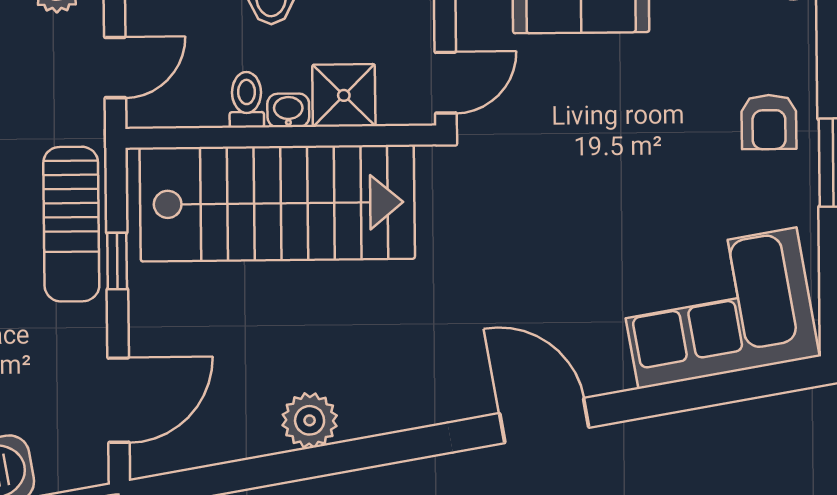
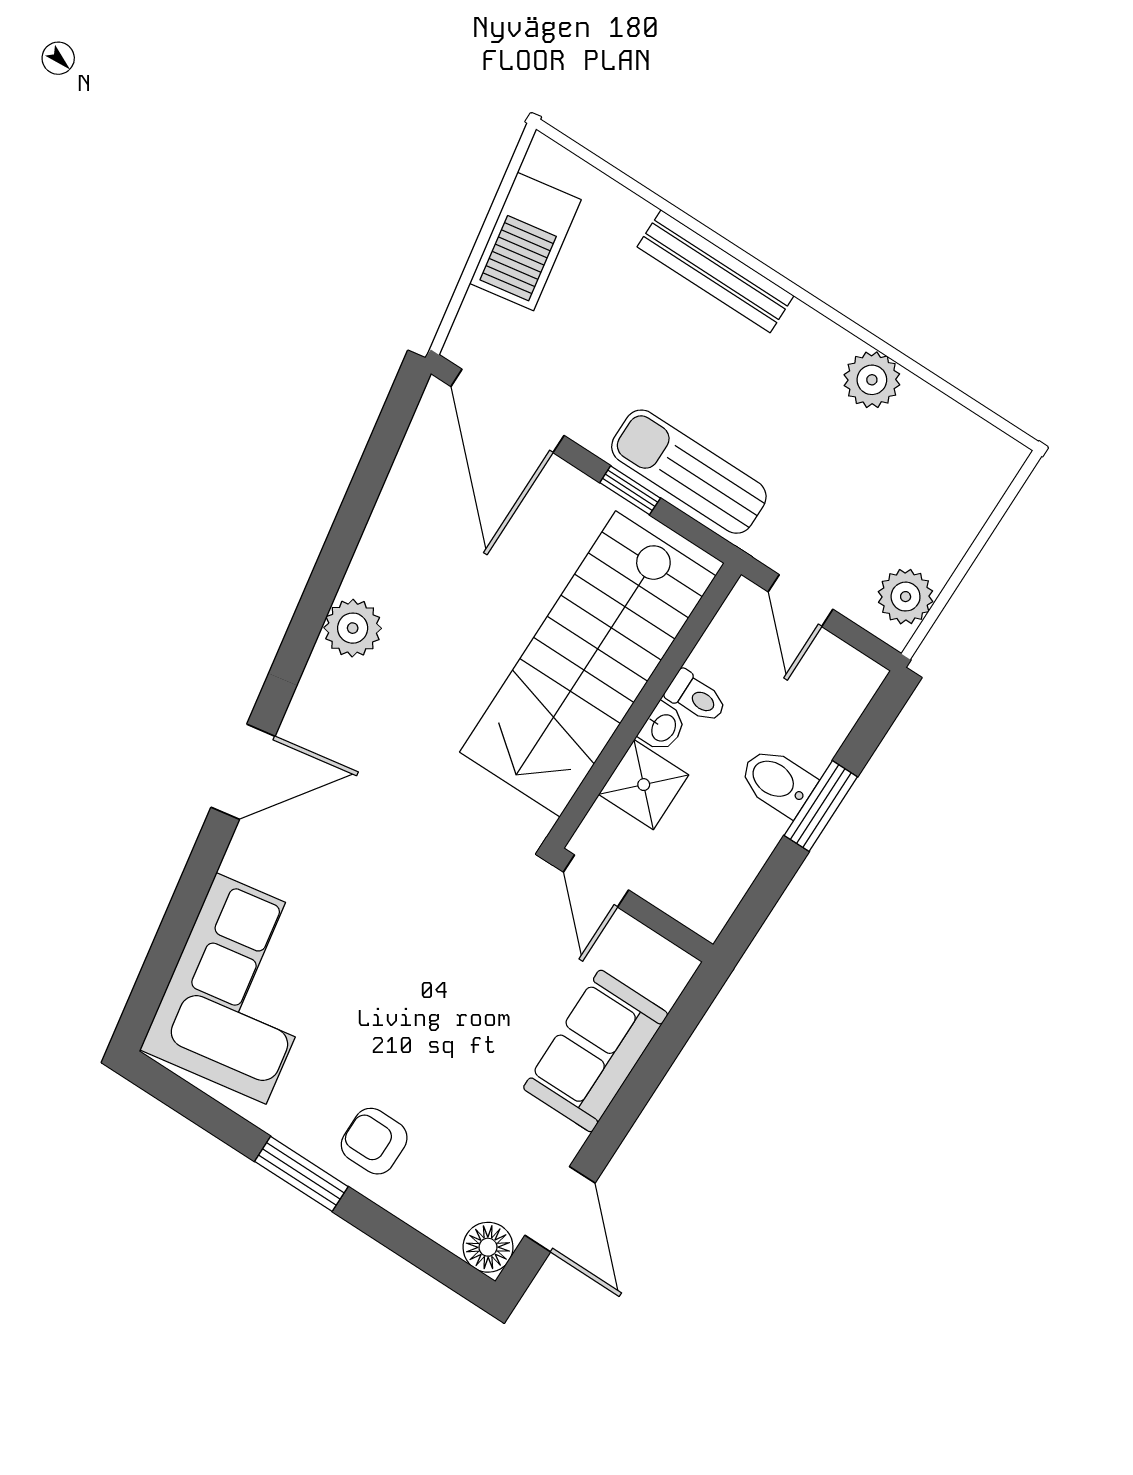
door: (119, 400) -> (507, 411), width x1.36
plant: (310, 420) -> (353, 628), moved

